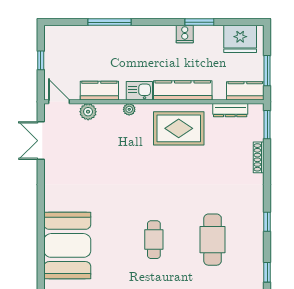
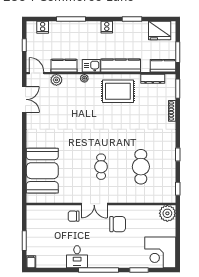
cooker: (68, 34) -> (43, 27), added
cooker: (185, 34) -> (107, 27), moved
double door: (41, 141) -> (24, 99), swing flipped

